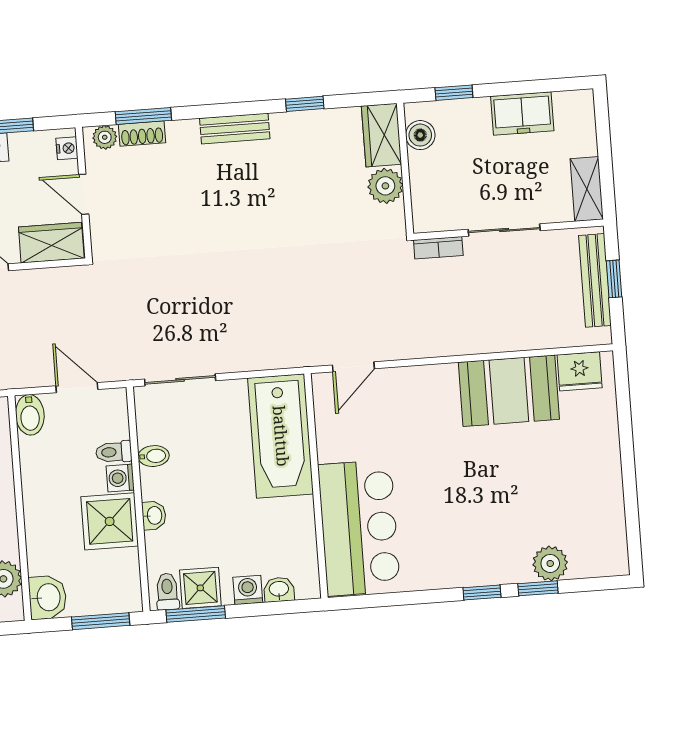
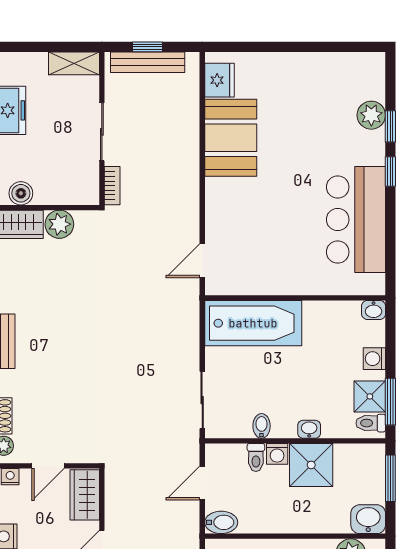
door: (353, 367) -> (202, 261), swing flipped
bar counter: (359, 528) -> (356, 220), moved, turned -90
washbasin: (279, 589) -> (374, 310), moved, turned -90

